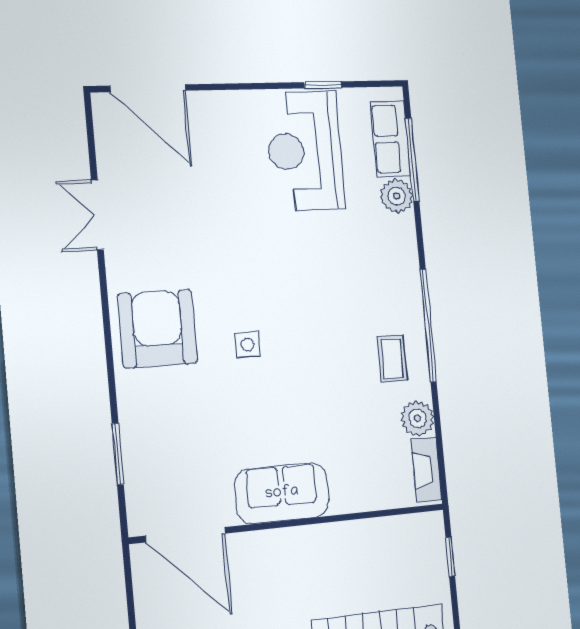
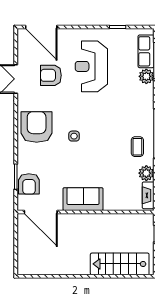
reception desk: (305, 151) -> (91, 66), moved
armchair: (181, 203) -> (51, 75), added
armchair: (151, 469) -> (29, 184), added

